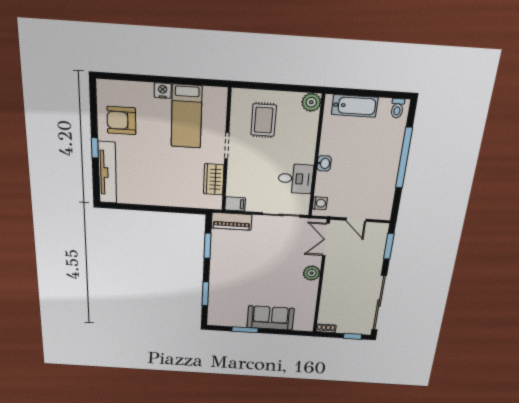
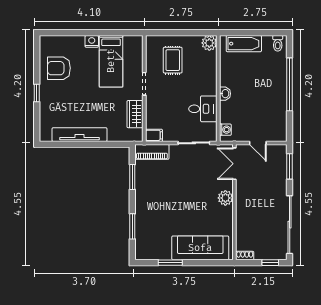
tv unit: (107, 173) -> (80, 135), moved, turned -90
sofa: (270, 318) -> (200, 248), width x1.36

